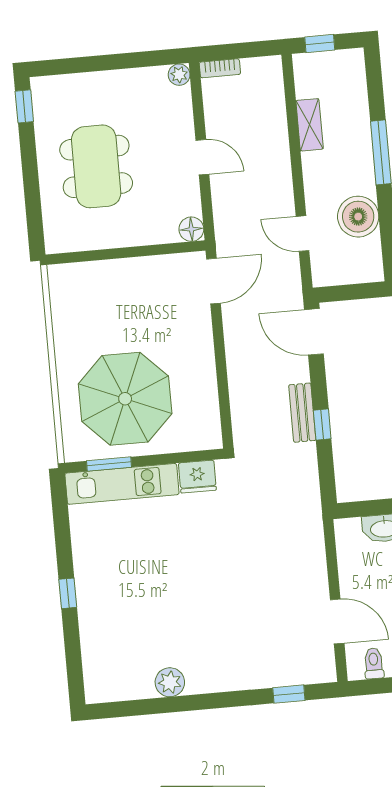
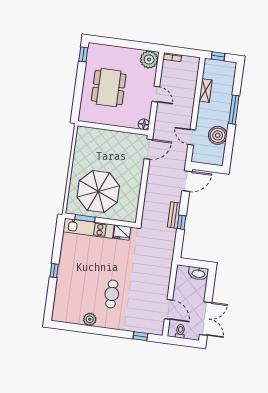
plant: (179, 75) -> (149, 59), width x1.87, depth x1.87
door: (314, 332) -> (187, 181), swing flipped
cafe table: (205, 616) -> (112, 294), added

